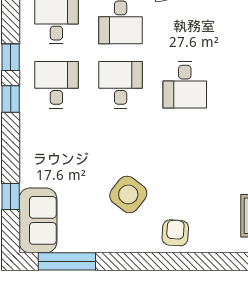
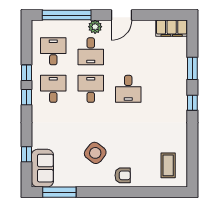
armchair: (175, 233) -> (123, 175), turned 86

